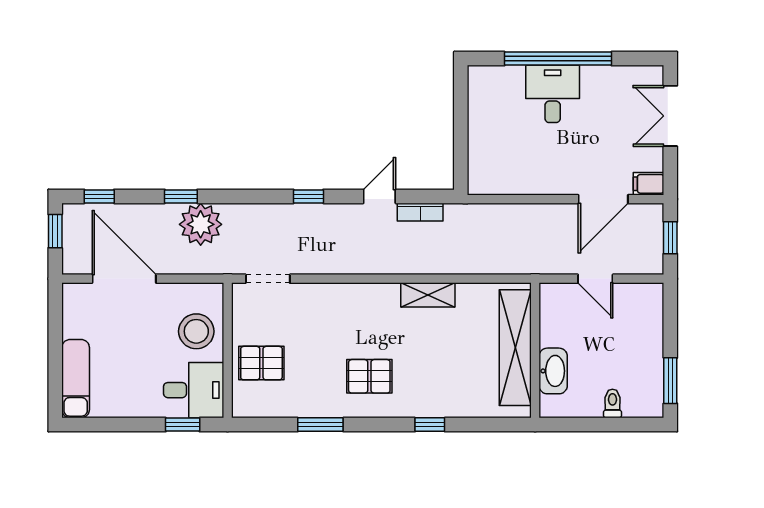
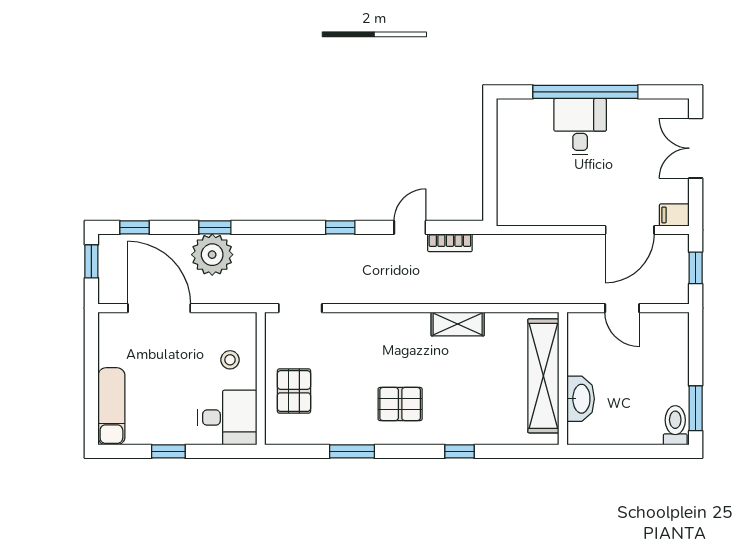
plant: (201, 224) -> (212, 255), moved
stool: (196, 331) -> (230, 360), width x0.53, depth x0.53
pallet: (261, 363) -> (294, 391), turned 90
toilet: (612, 403) -> (675, 425), moved, width x1.37, depth x1.39
window: (183, 425) -> (168, 451), moved

